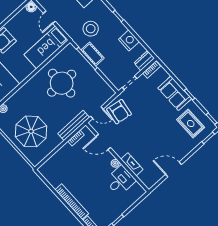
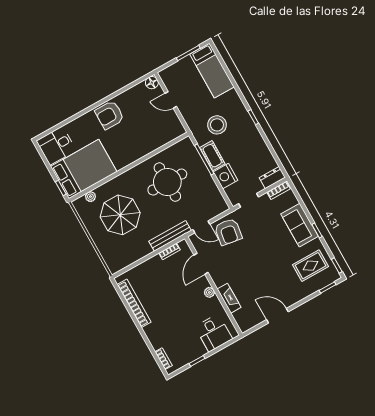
door: (49, 17) -> (171, 100), hinge flipped
nightstand: (129, 40) -> (225, 176), moved, turned 180
bed: (46, 47) -> (159, 135), removed
rug: (191, 124) -> (311, 266), turned 90
parasol: (31, 131) -> (120, 215), moved
door: (103, 142) -> (201, 264), hinge flipped
desk: (120, 181) -> (214, 333), moved, turned 90
bookcase: (72, 202) -> (134, 303), moved

